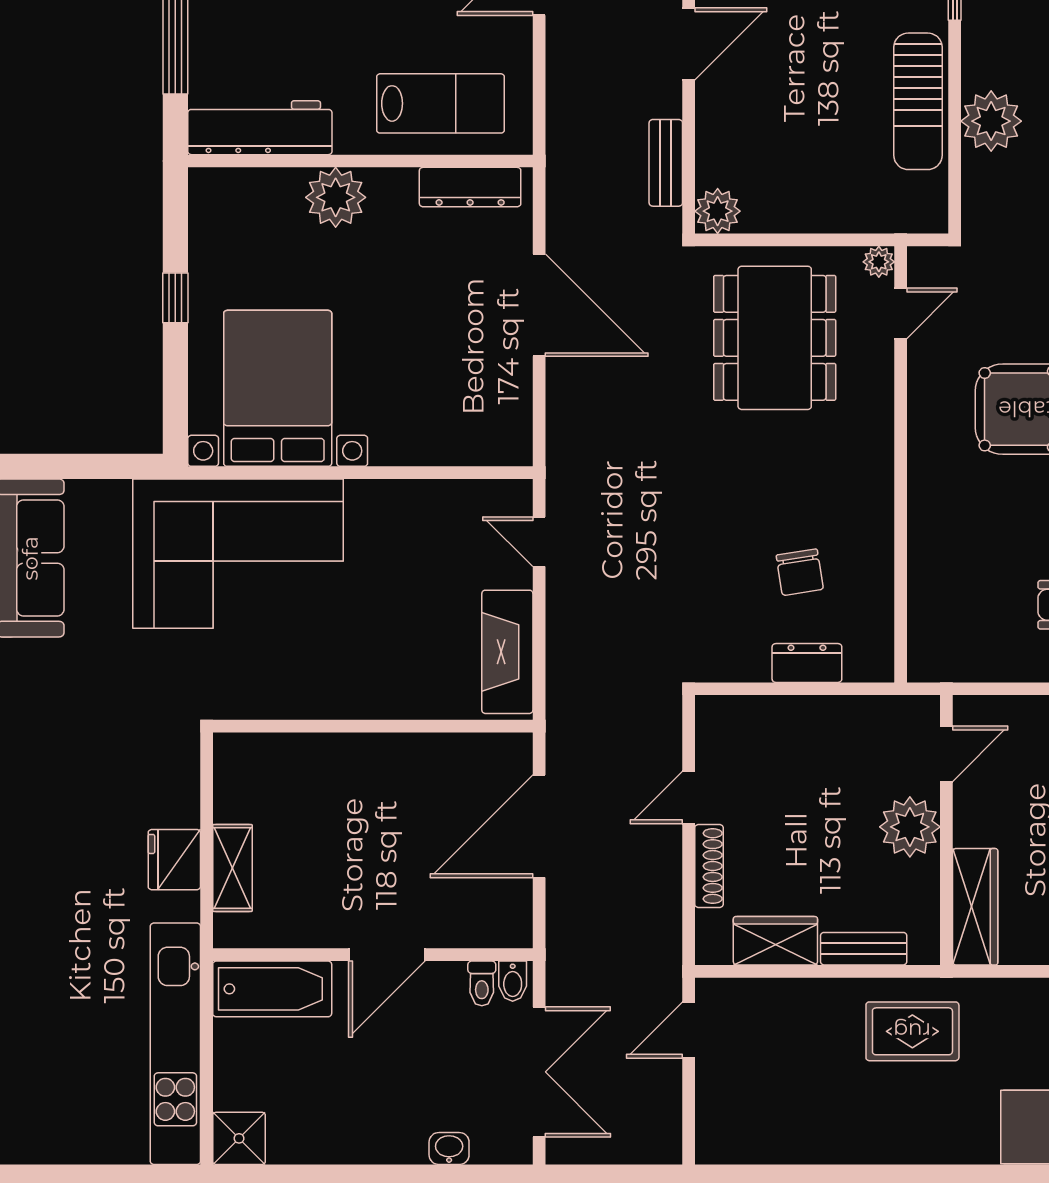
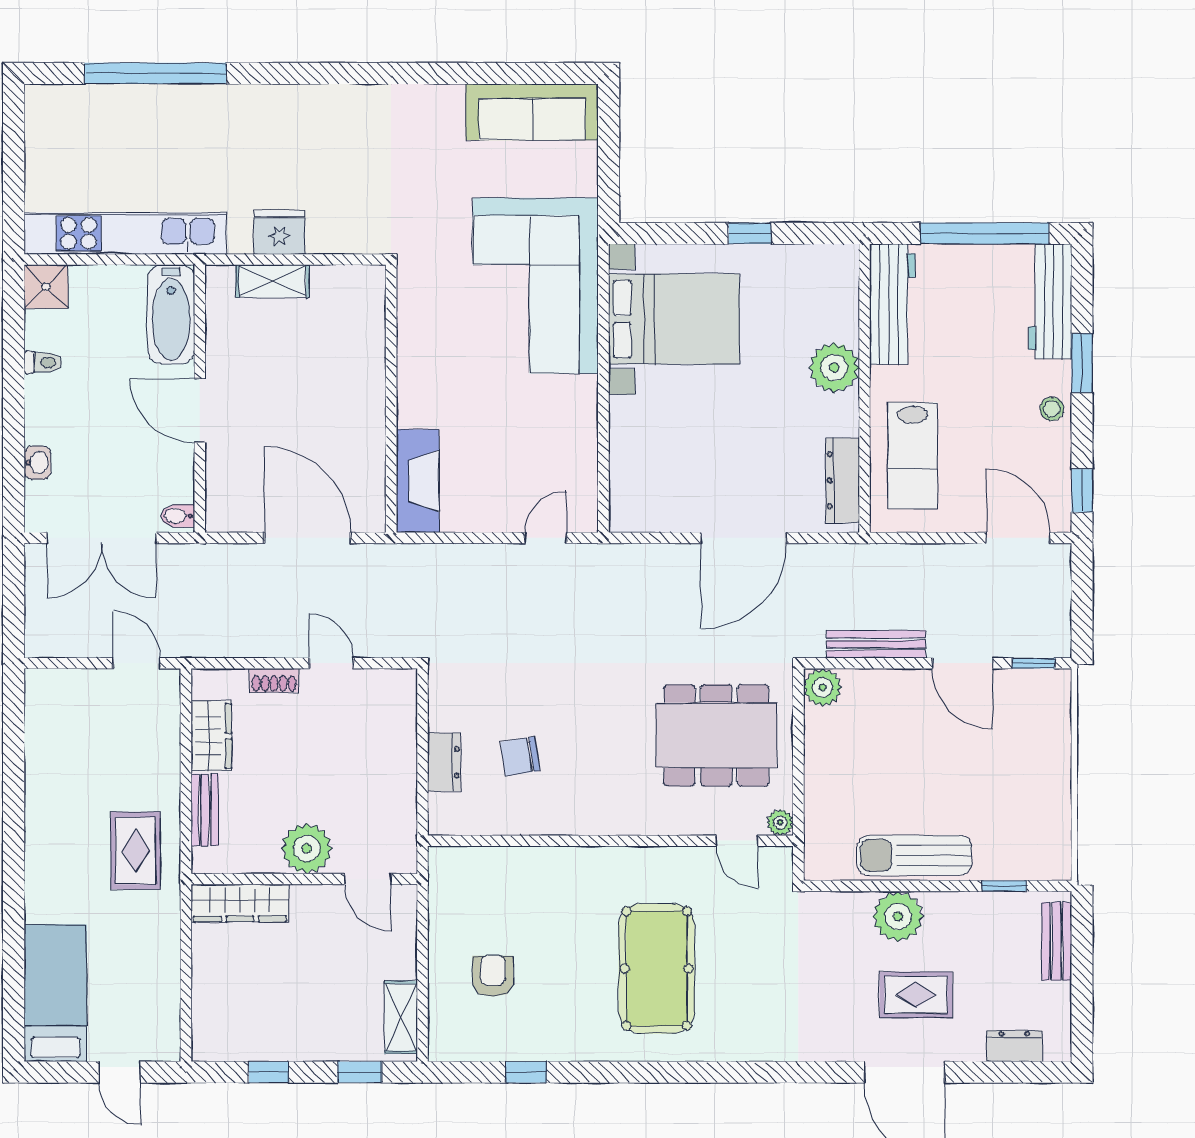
bench: (666, 163) -> (876, 644), width x1.36
fireplace: (507, 652) -> (418, 481), moved, turned 90
shoe rack: (709, 866) -> (274, 680), width x0.70
toilet: (482, 983) -> (43, 362), moved, turned 180

